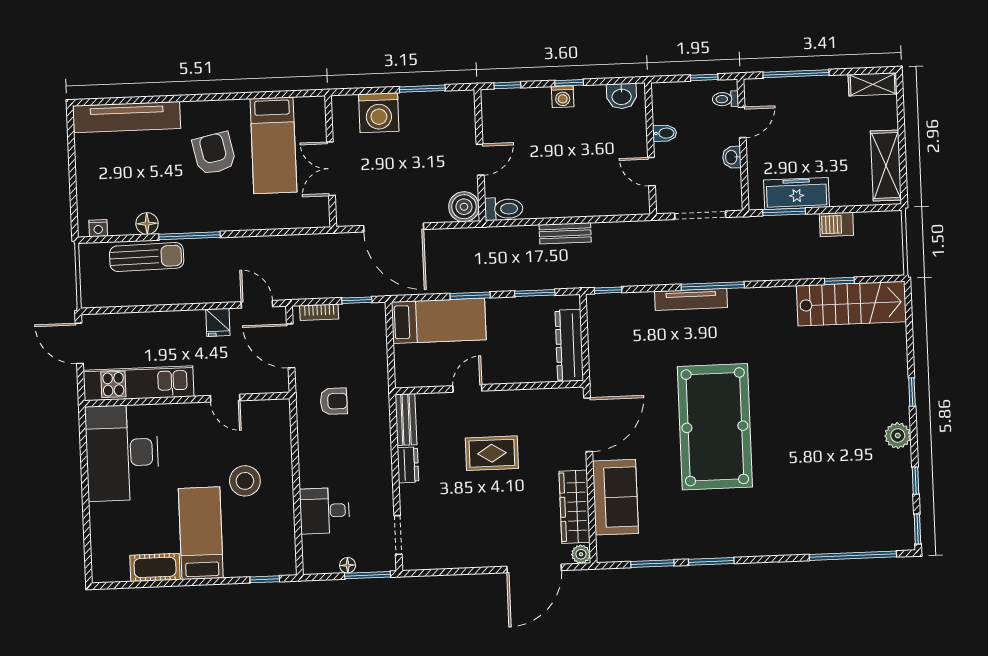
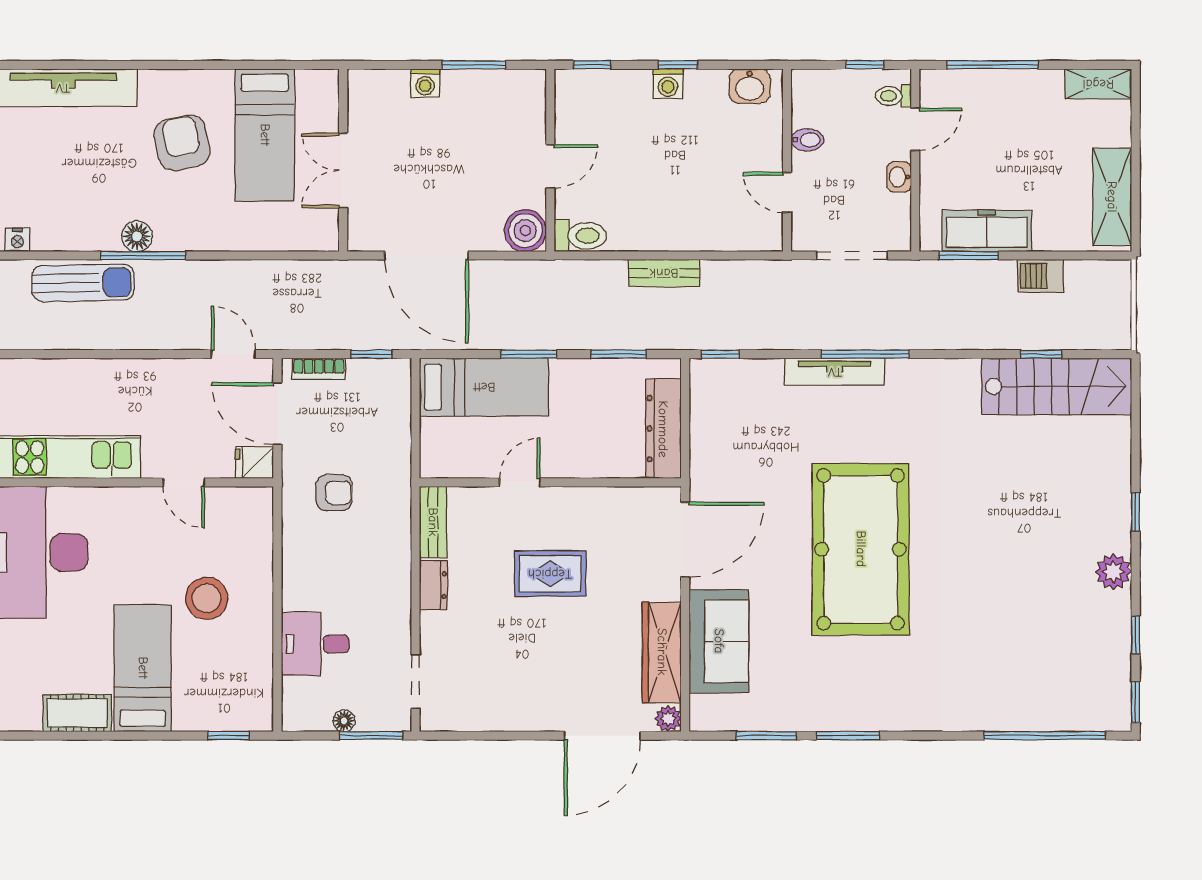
washing machine: (379, 113) -> (425, 83), width x0.53, depth x0.53
floor lamp: (147, 224) -> (137, 236), moved
fridge: (218, 322) -> (254, 463), moved, turned 90

